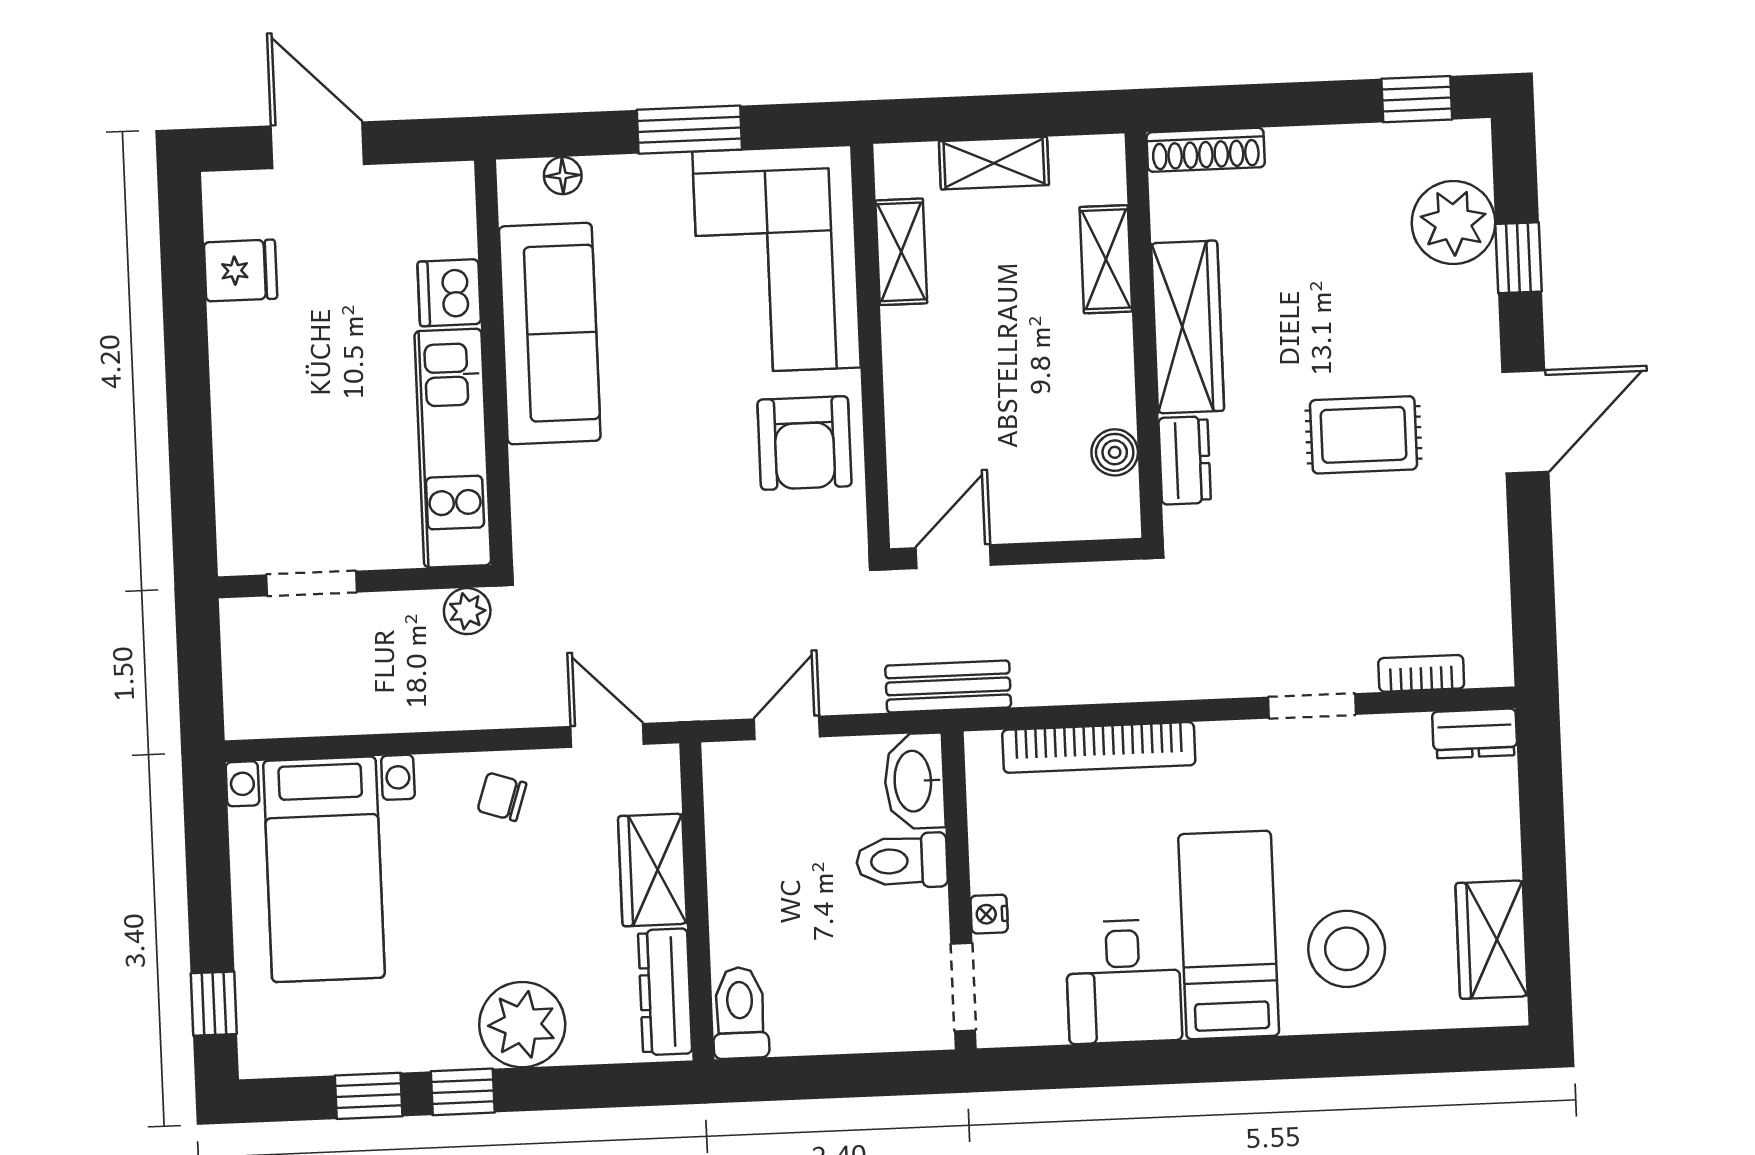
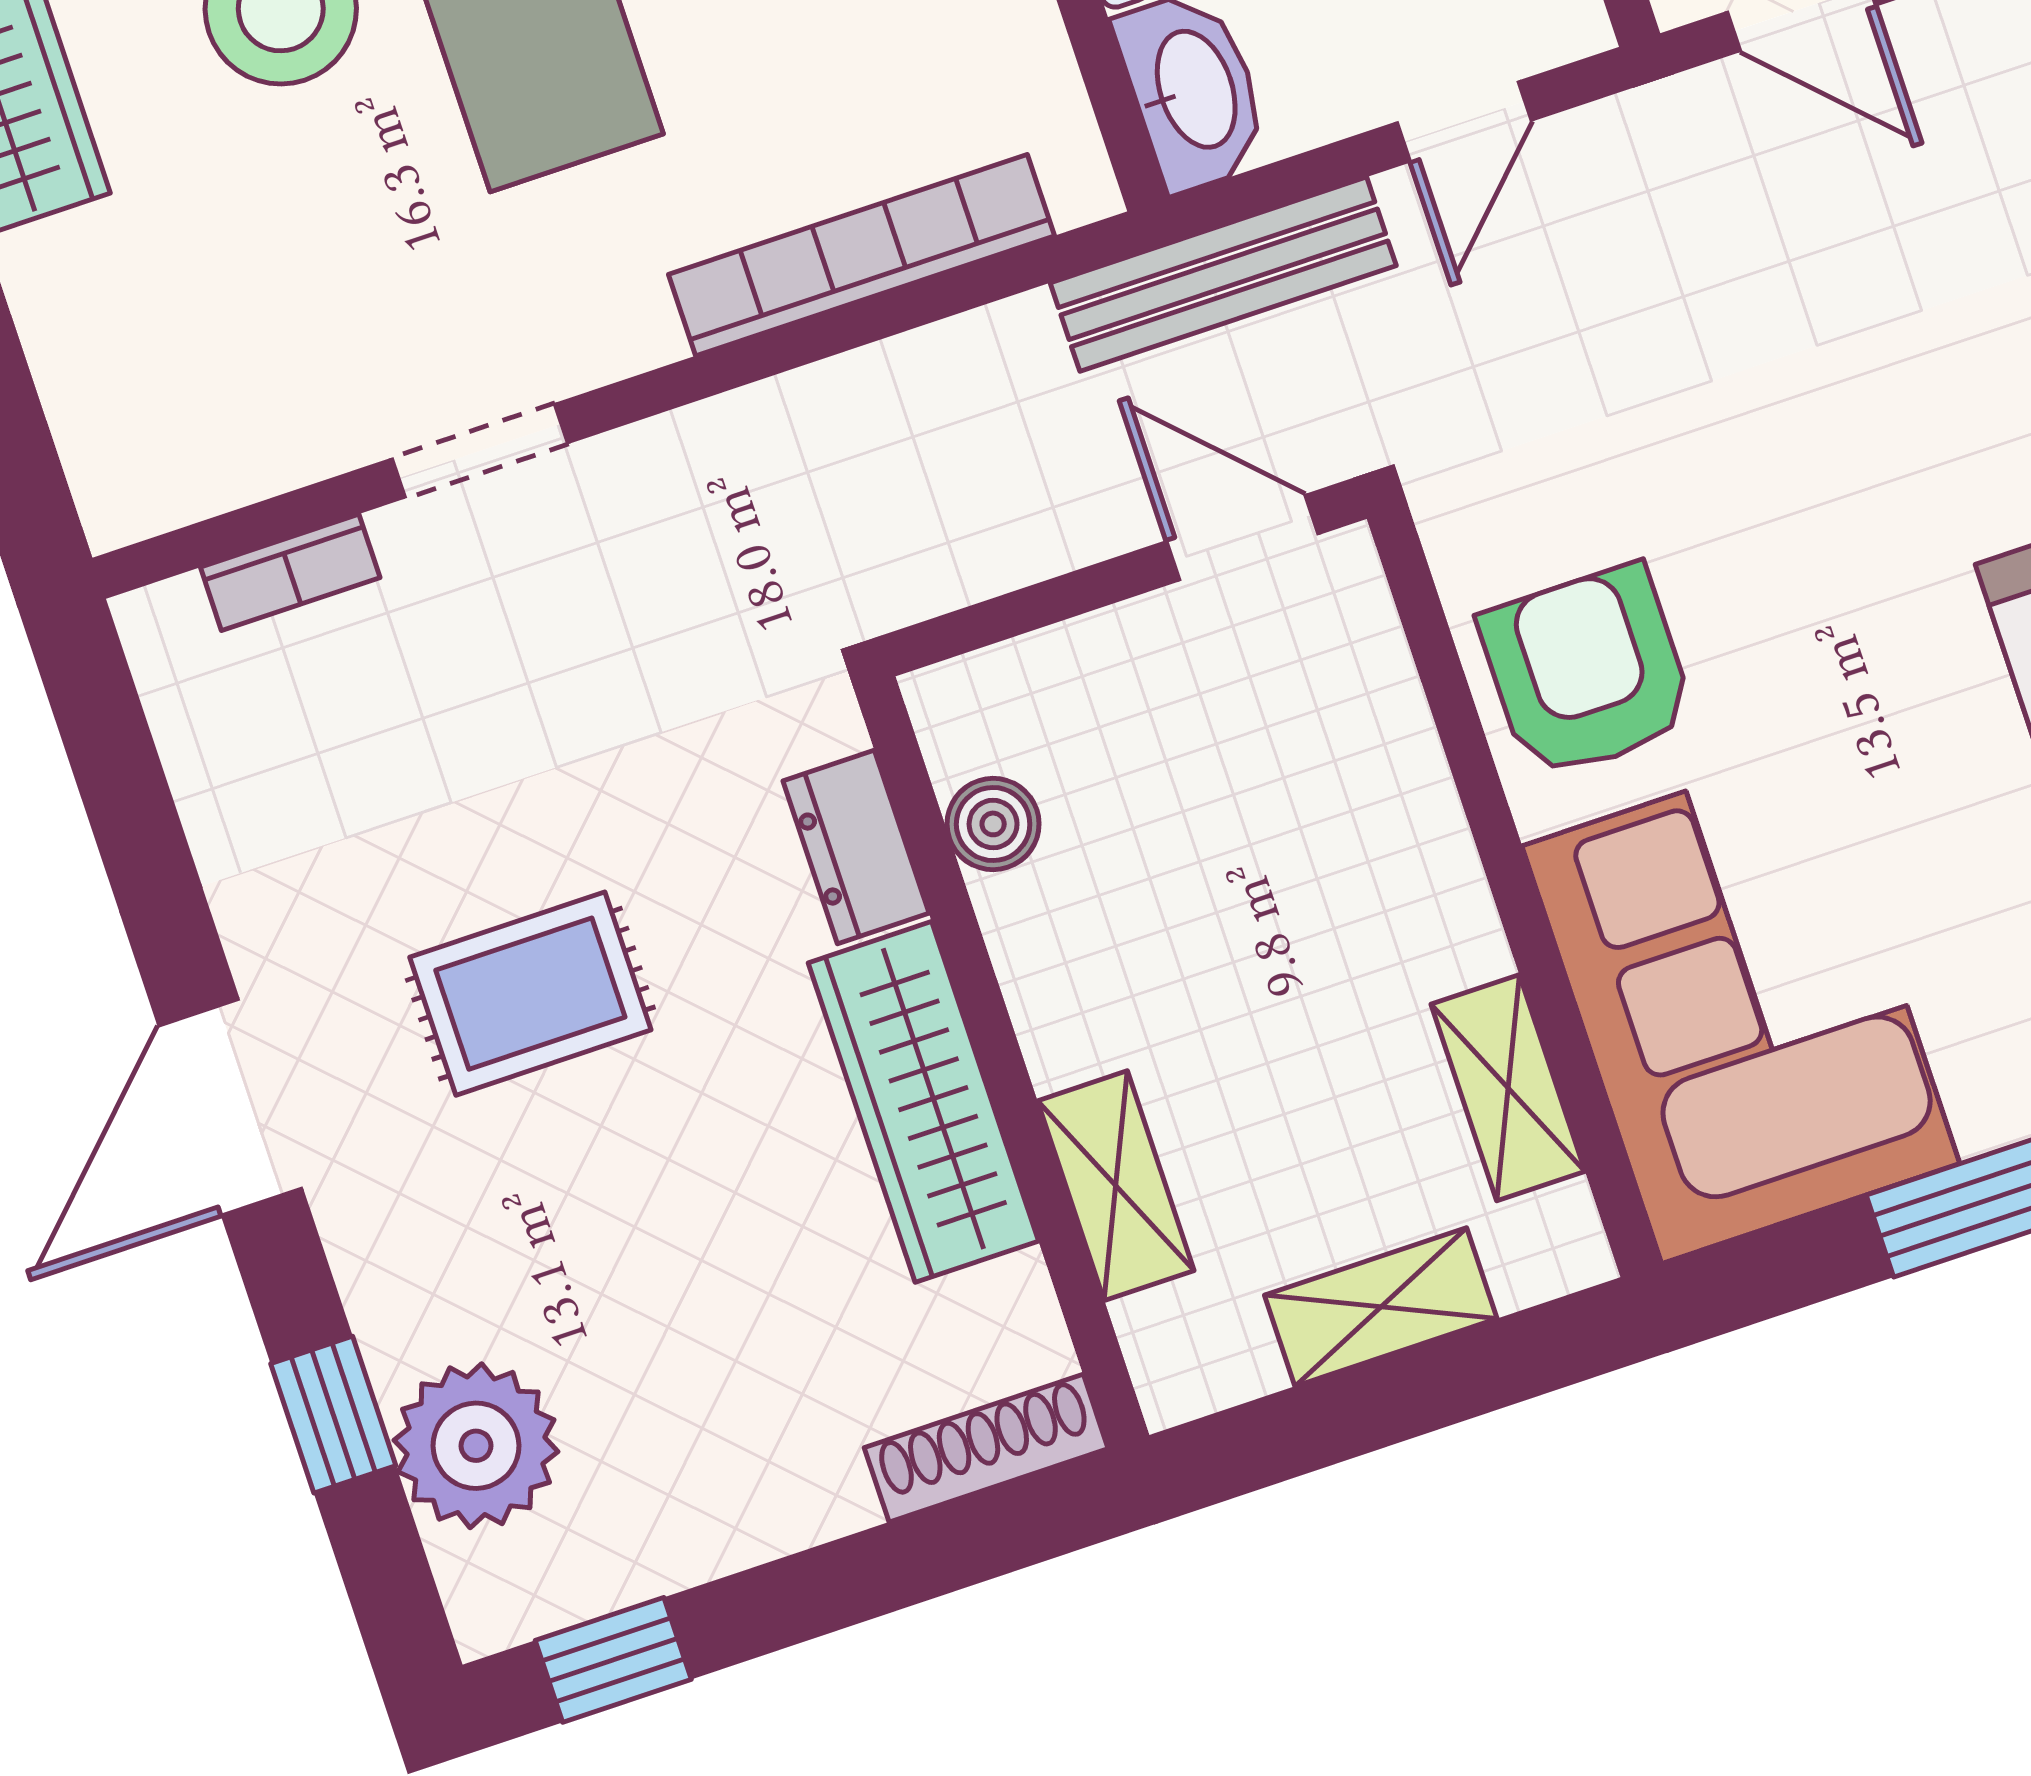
door: (953, 557) -> (1242, 538), swing flipped
bench: (948, 686) -> (1223, 274), width x1.36
dresser: (1475, 733) -> (156, 488), removed

